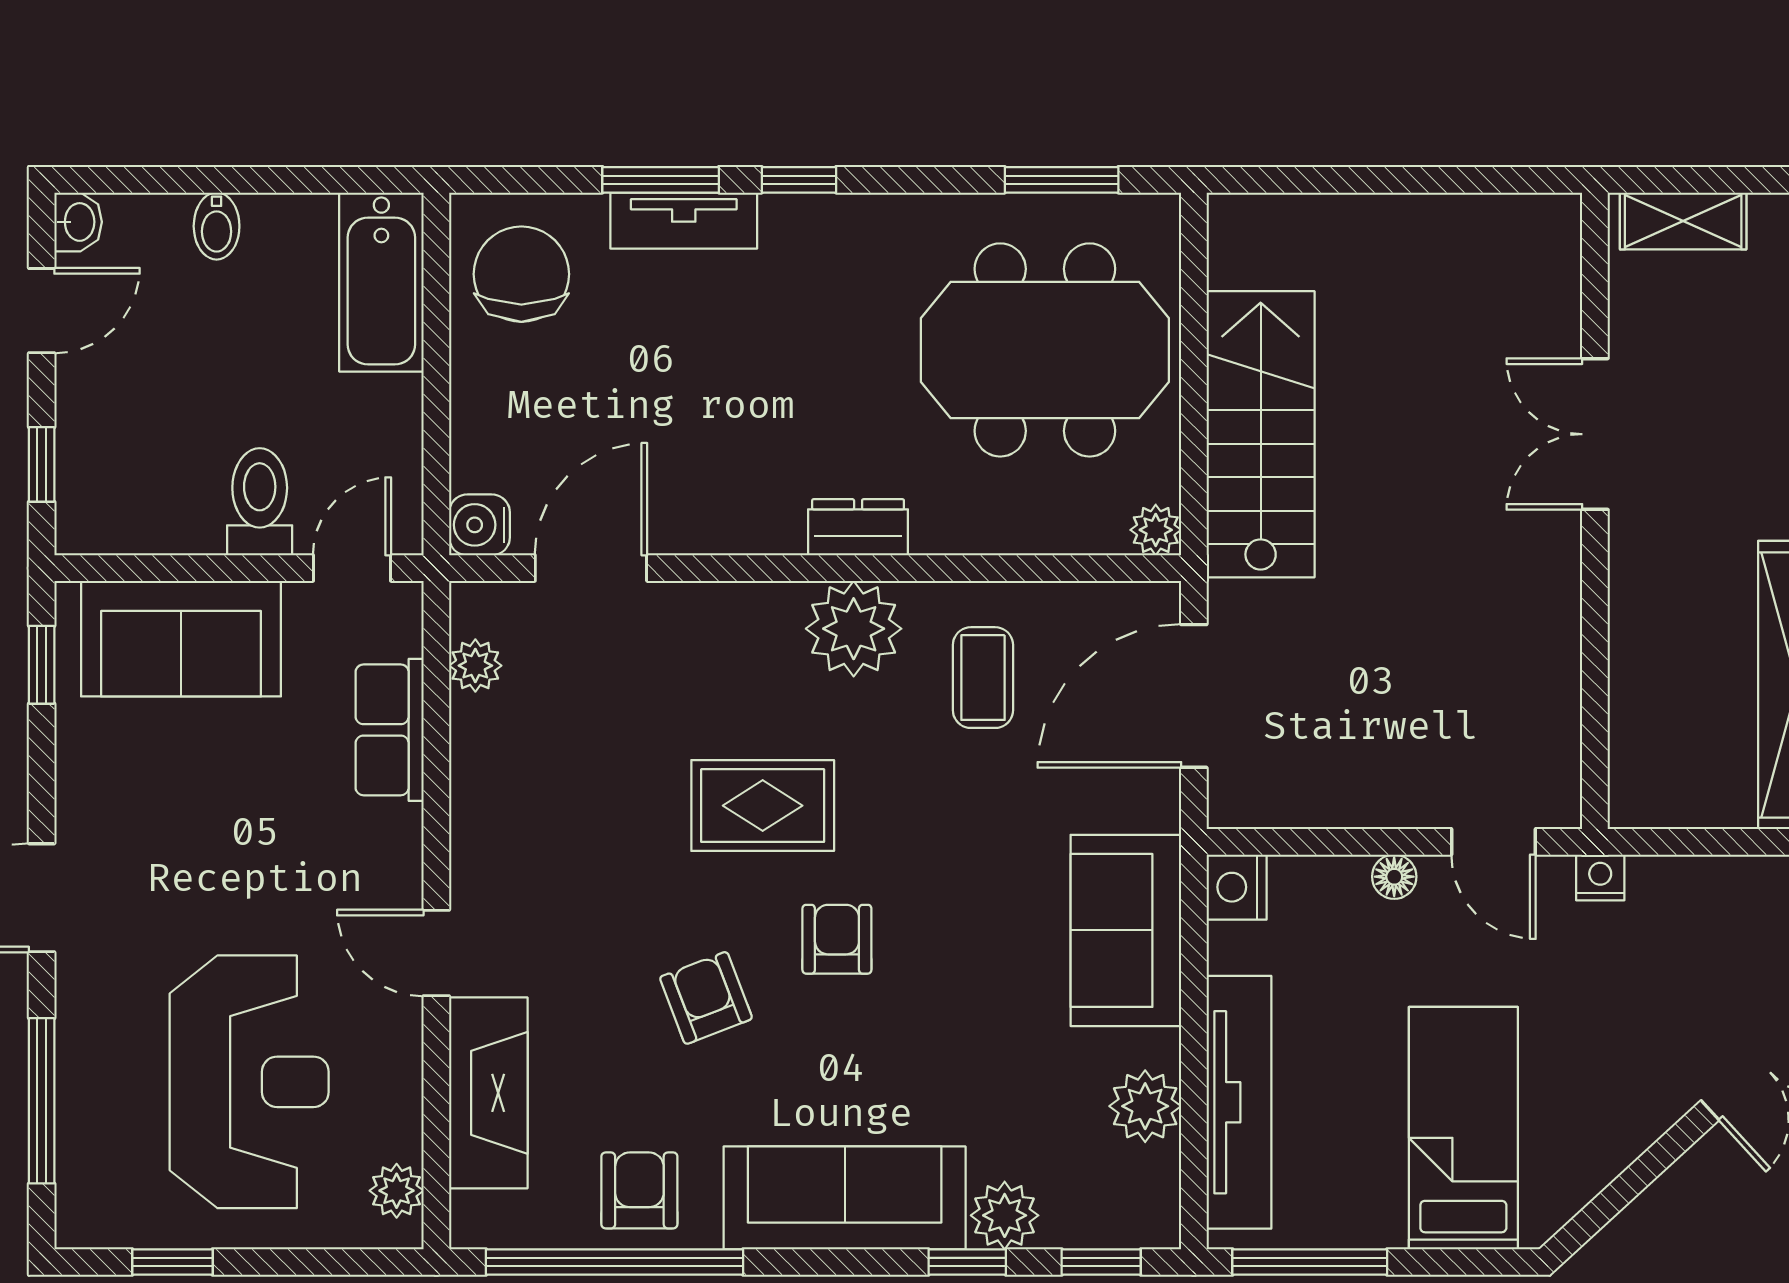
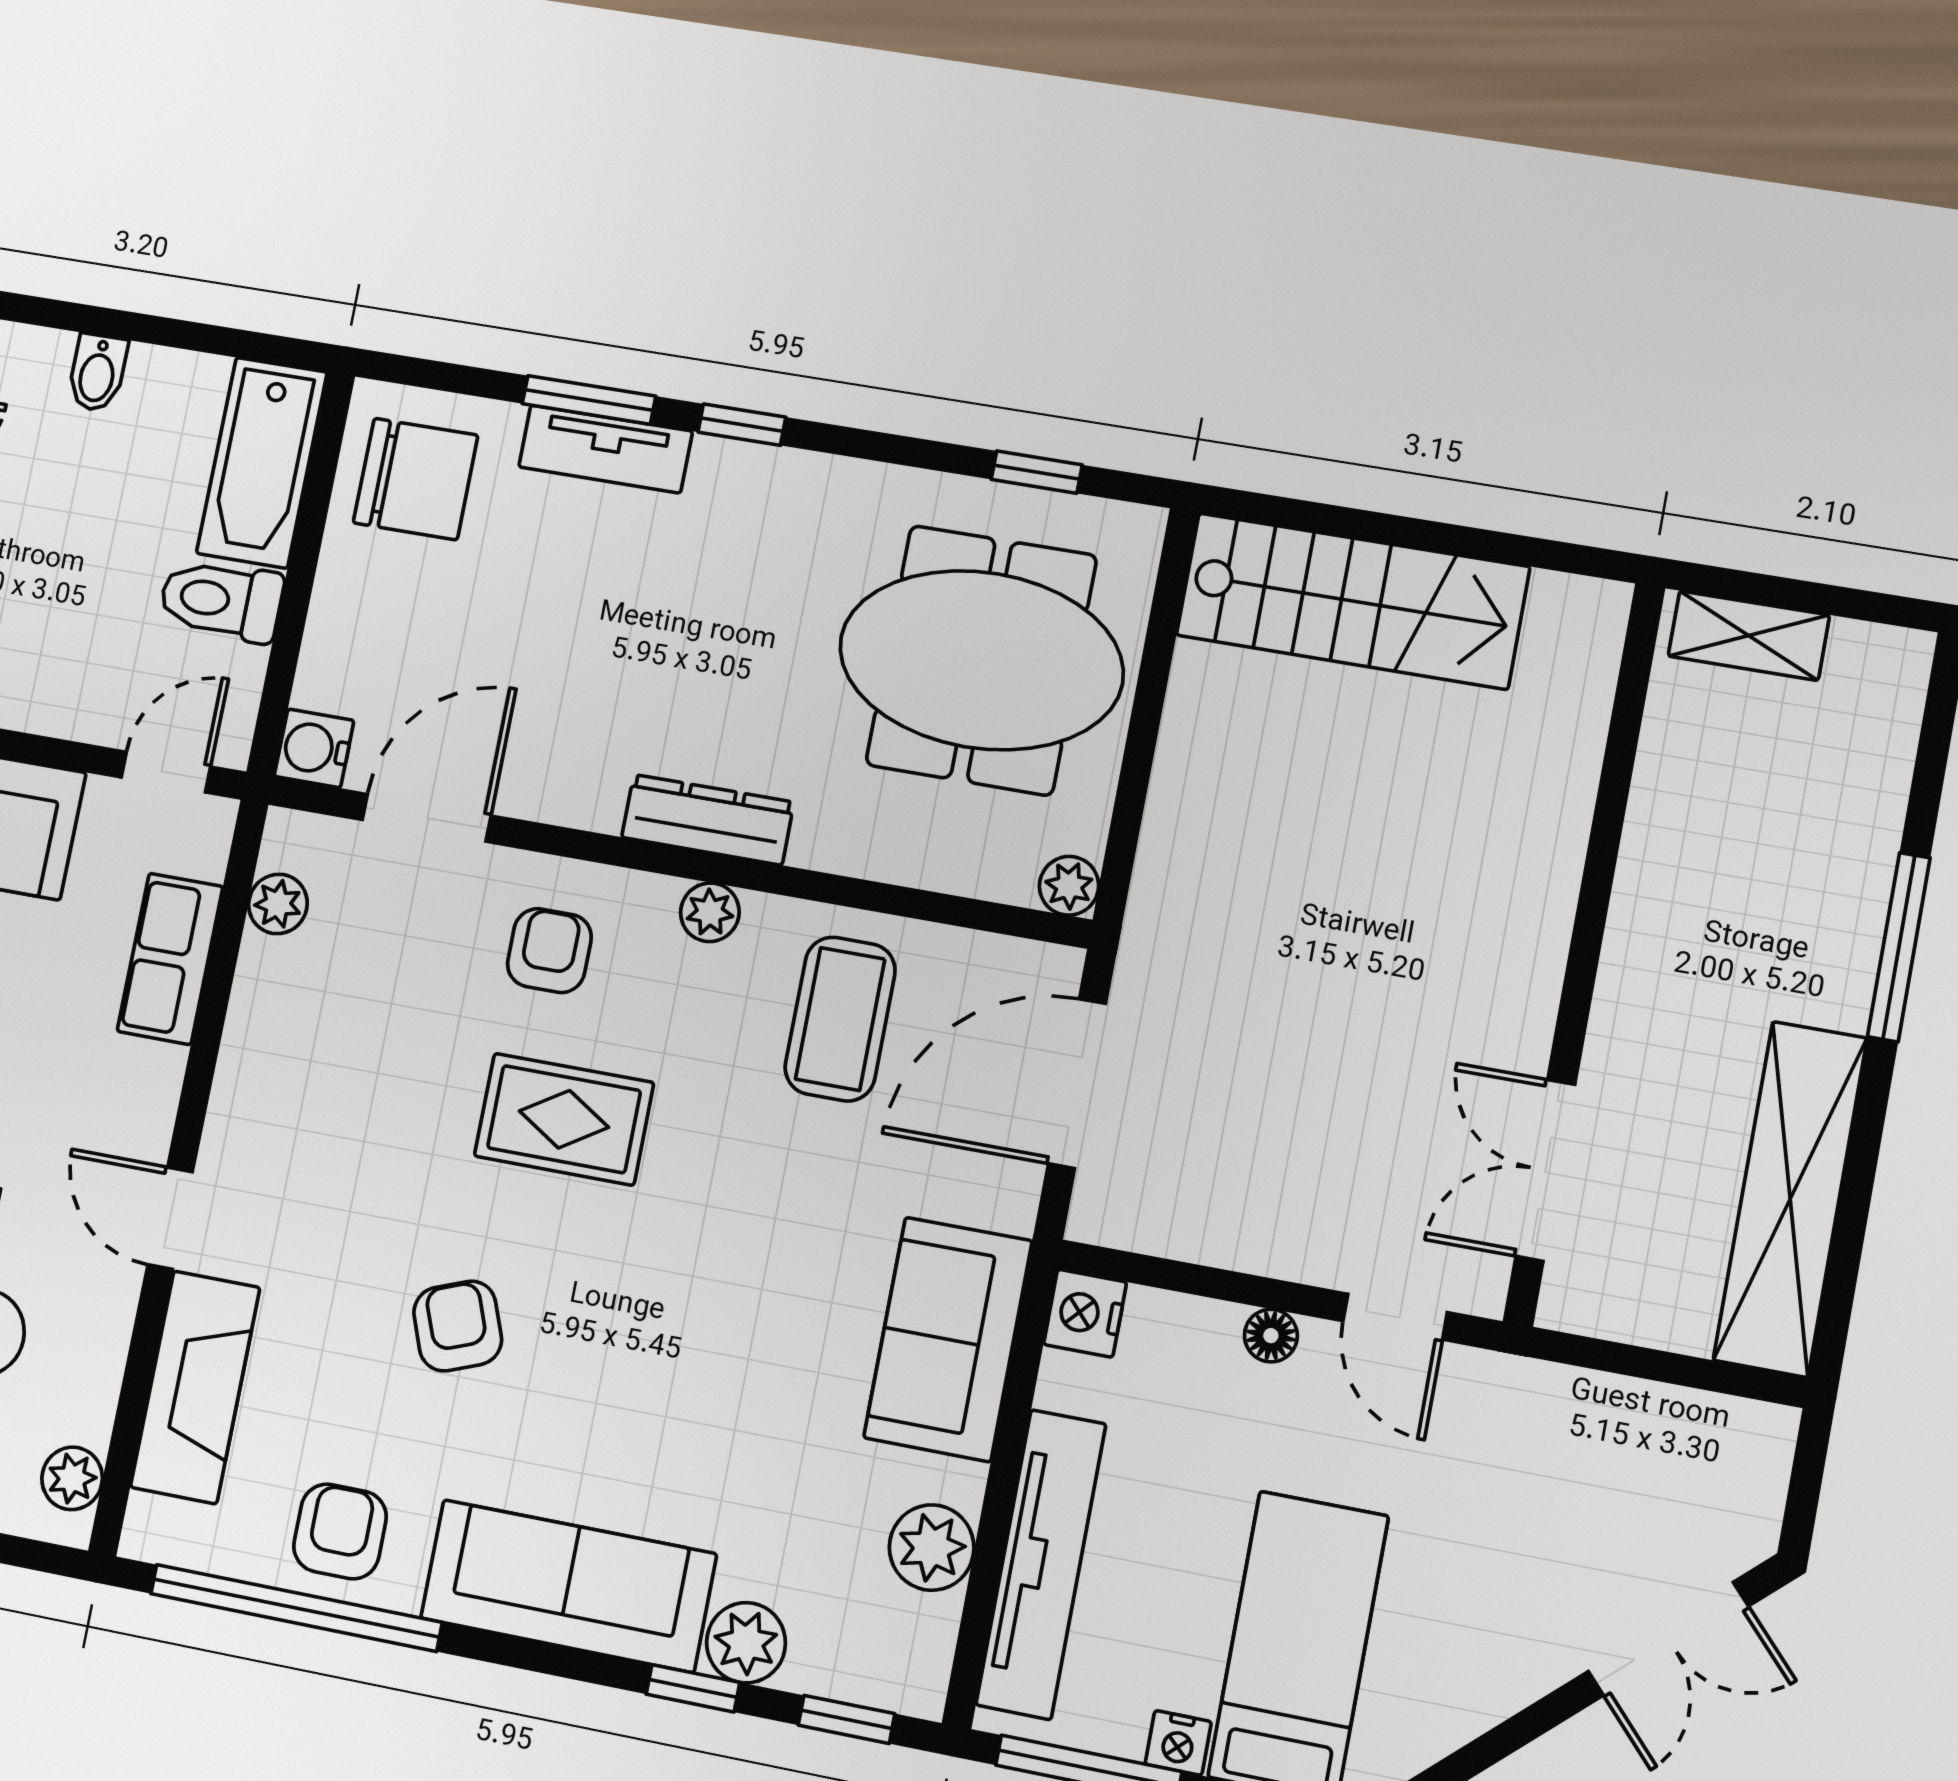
window: (1062, 180) -> (1037, 472), width x0.67
chair: (521, 274) -> (416, 479), turned 90
stairs: (1261, 434) -> (1353, 601), moved, turned 90
double door: (1595, 434) -> (1545, 1170), moved
toilet: (260, 502) -> (221, 600), moved, turned -90
dresser: (858, 527) -> (708, 820), width x1.44
plant: (854, 629) -> (710, 912), width x0.53, depth x0.53
coffee table: (983, 678) -> (840, 1019), width x1.36, depth x1.30
nightstand: (1600, 877) -> (1178, 1743), moved, turned 180
armchair: (837, 939) -> (549, 951), moved

